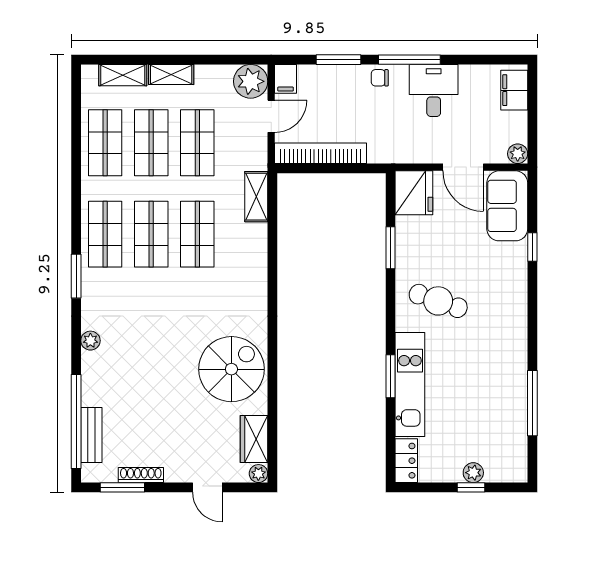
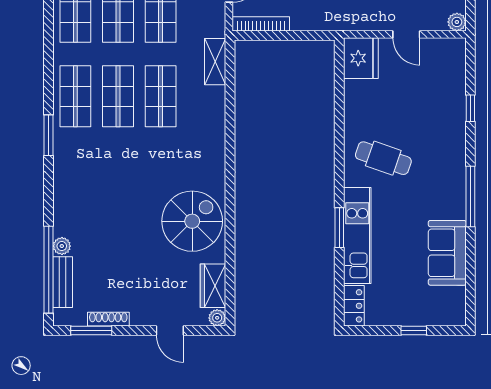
bookcase: (320, 153) -> (261, 24), width x0.68, depth x0.76
door: (463, 167) -> (406, 34), width x0.73
sofa: (507, 206) -> (447, 253), moved
window: (390, 248) -> (339, 109), removed
plant: (90, 341) -> (62, 246), moved
window: (532, 403) -> (470, 196), moved
plant: (473, 473) -> (416, 317), removed

